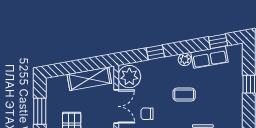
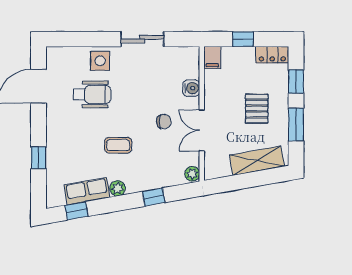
plant: (129, 77) -> (192, 174), width x0.53, depth x0.53
shelving: (89, 79) -> (257, 161), moved

